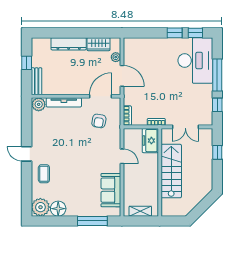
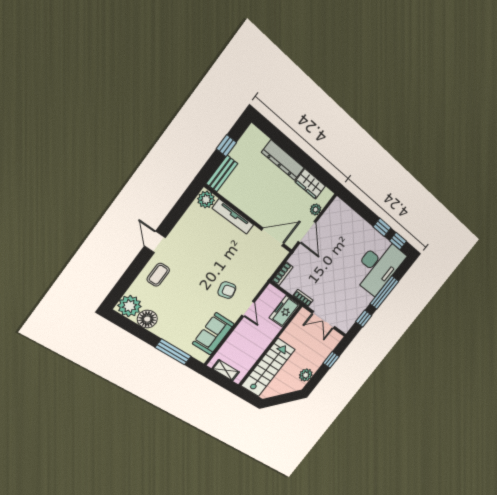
armchair: (99, 121) -> (227, 290), moved, turned -114
stairs: (171, 171) -> (268, 368), moved
plant: (206, 177) -> (306, 375), added

